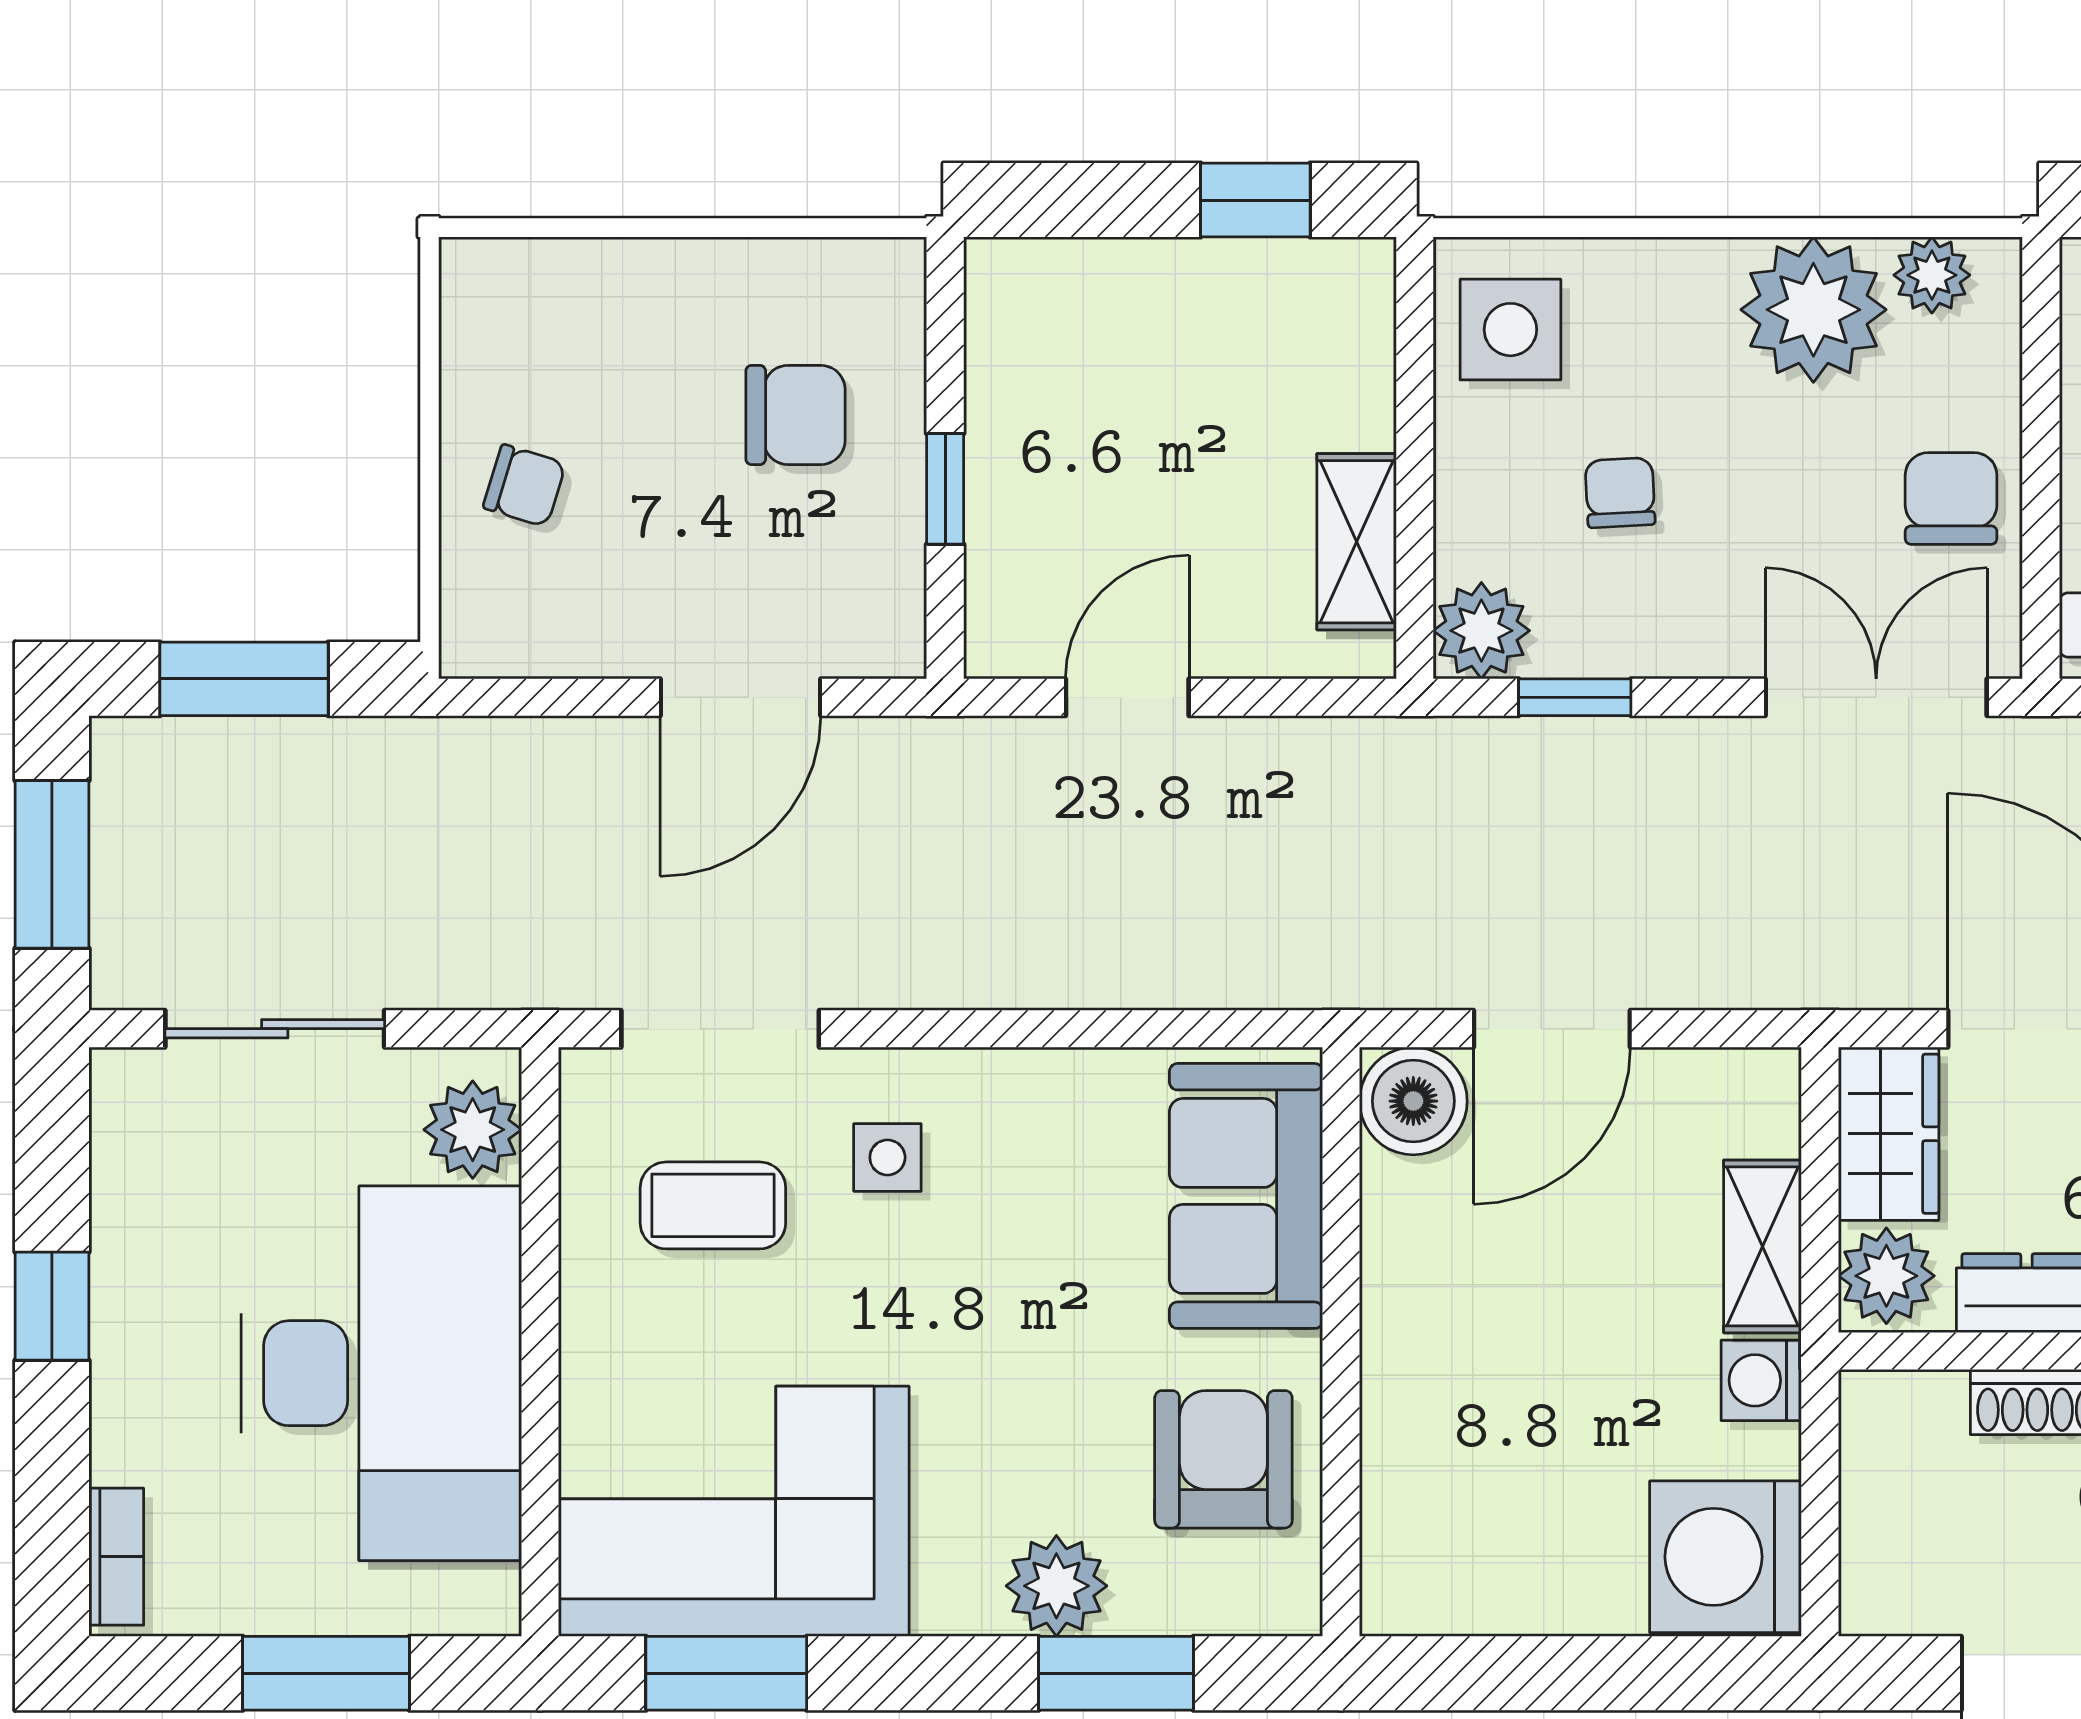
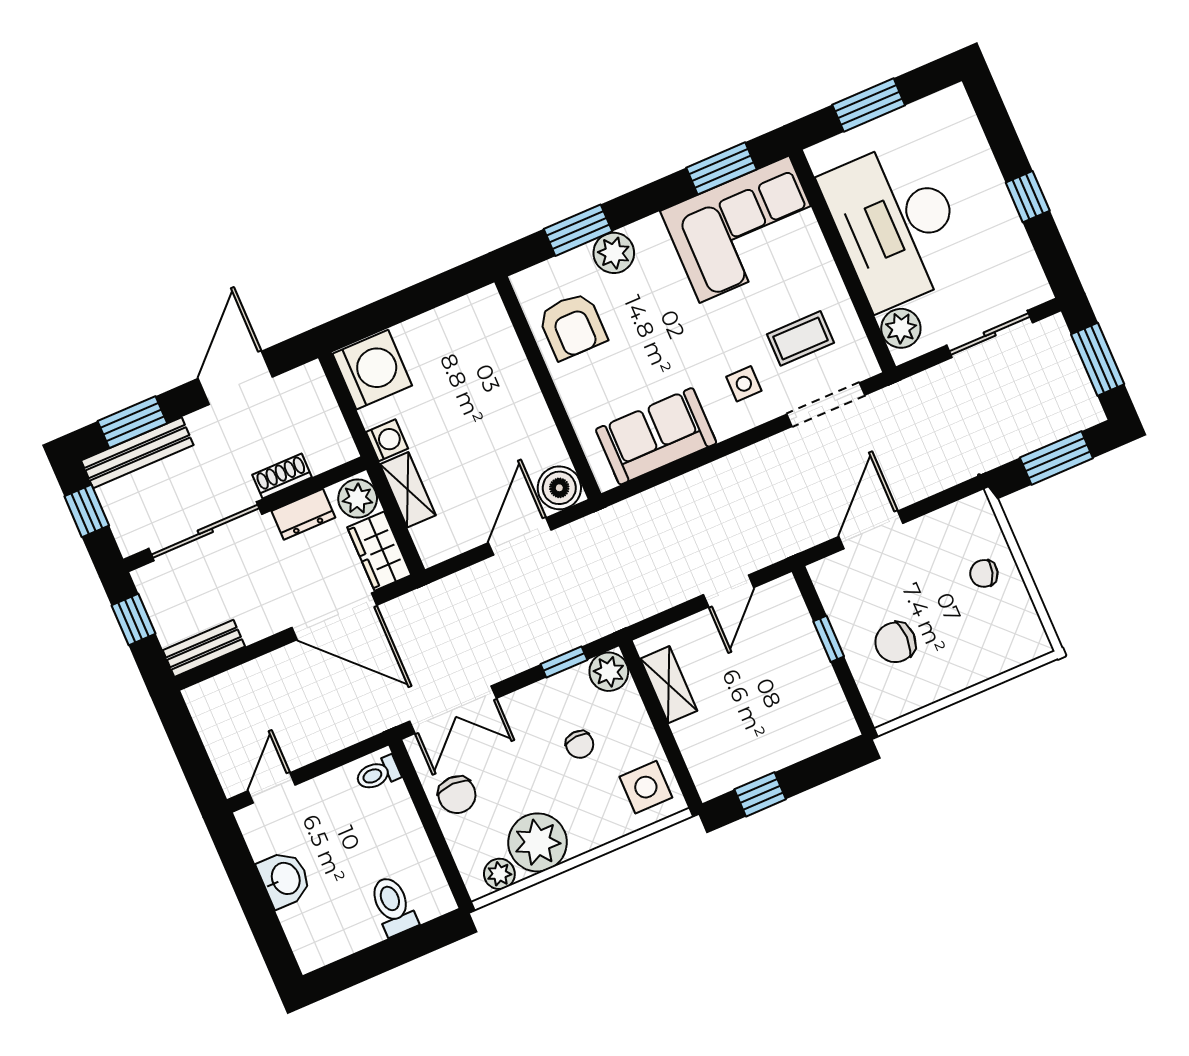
sofa: (1246, 1196) -> (656, 436), moved, turned -90
bookcase: (116, 1557) -> (964, 115), removed

